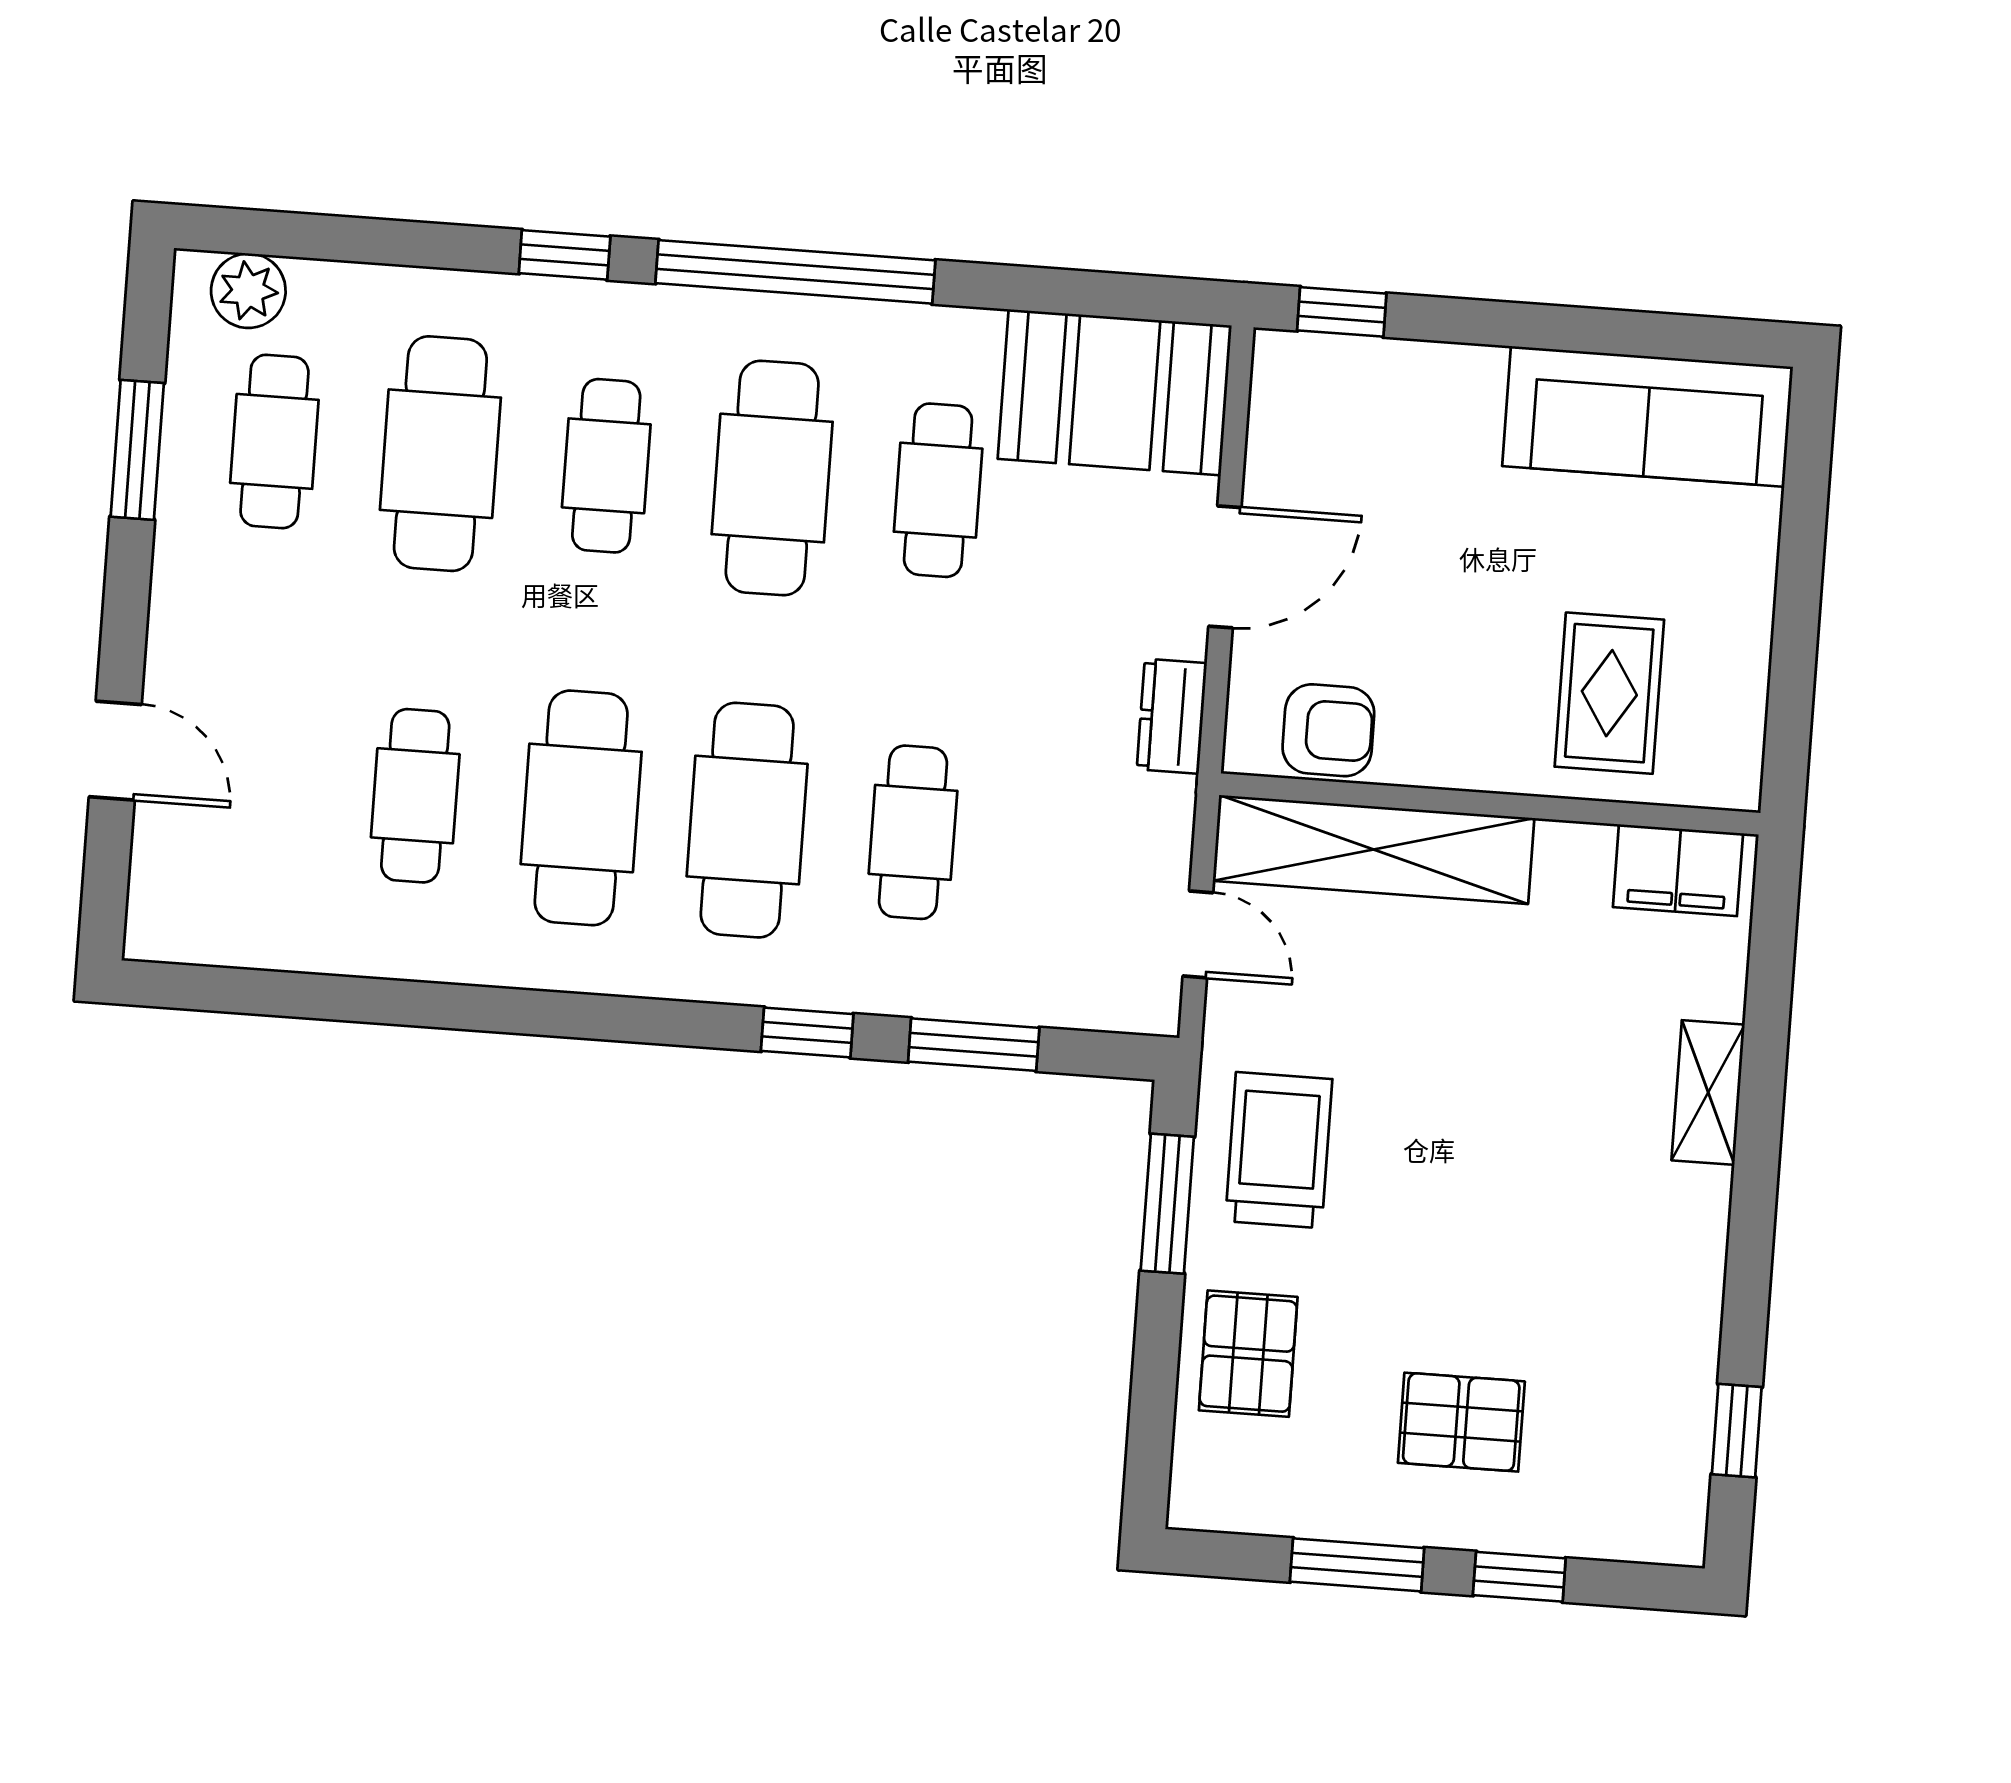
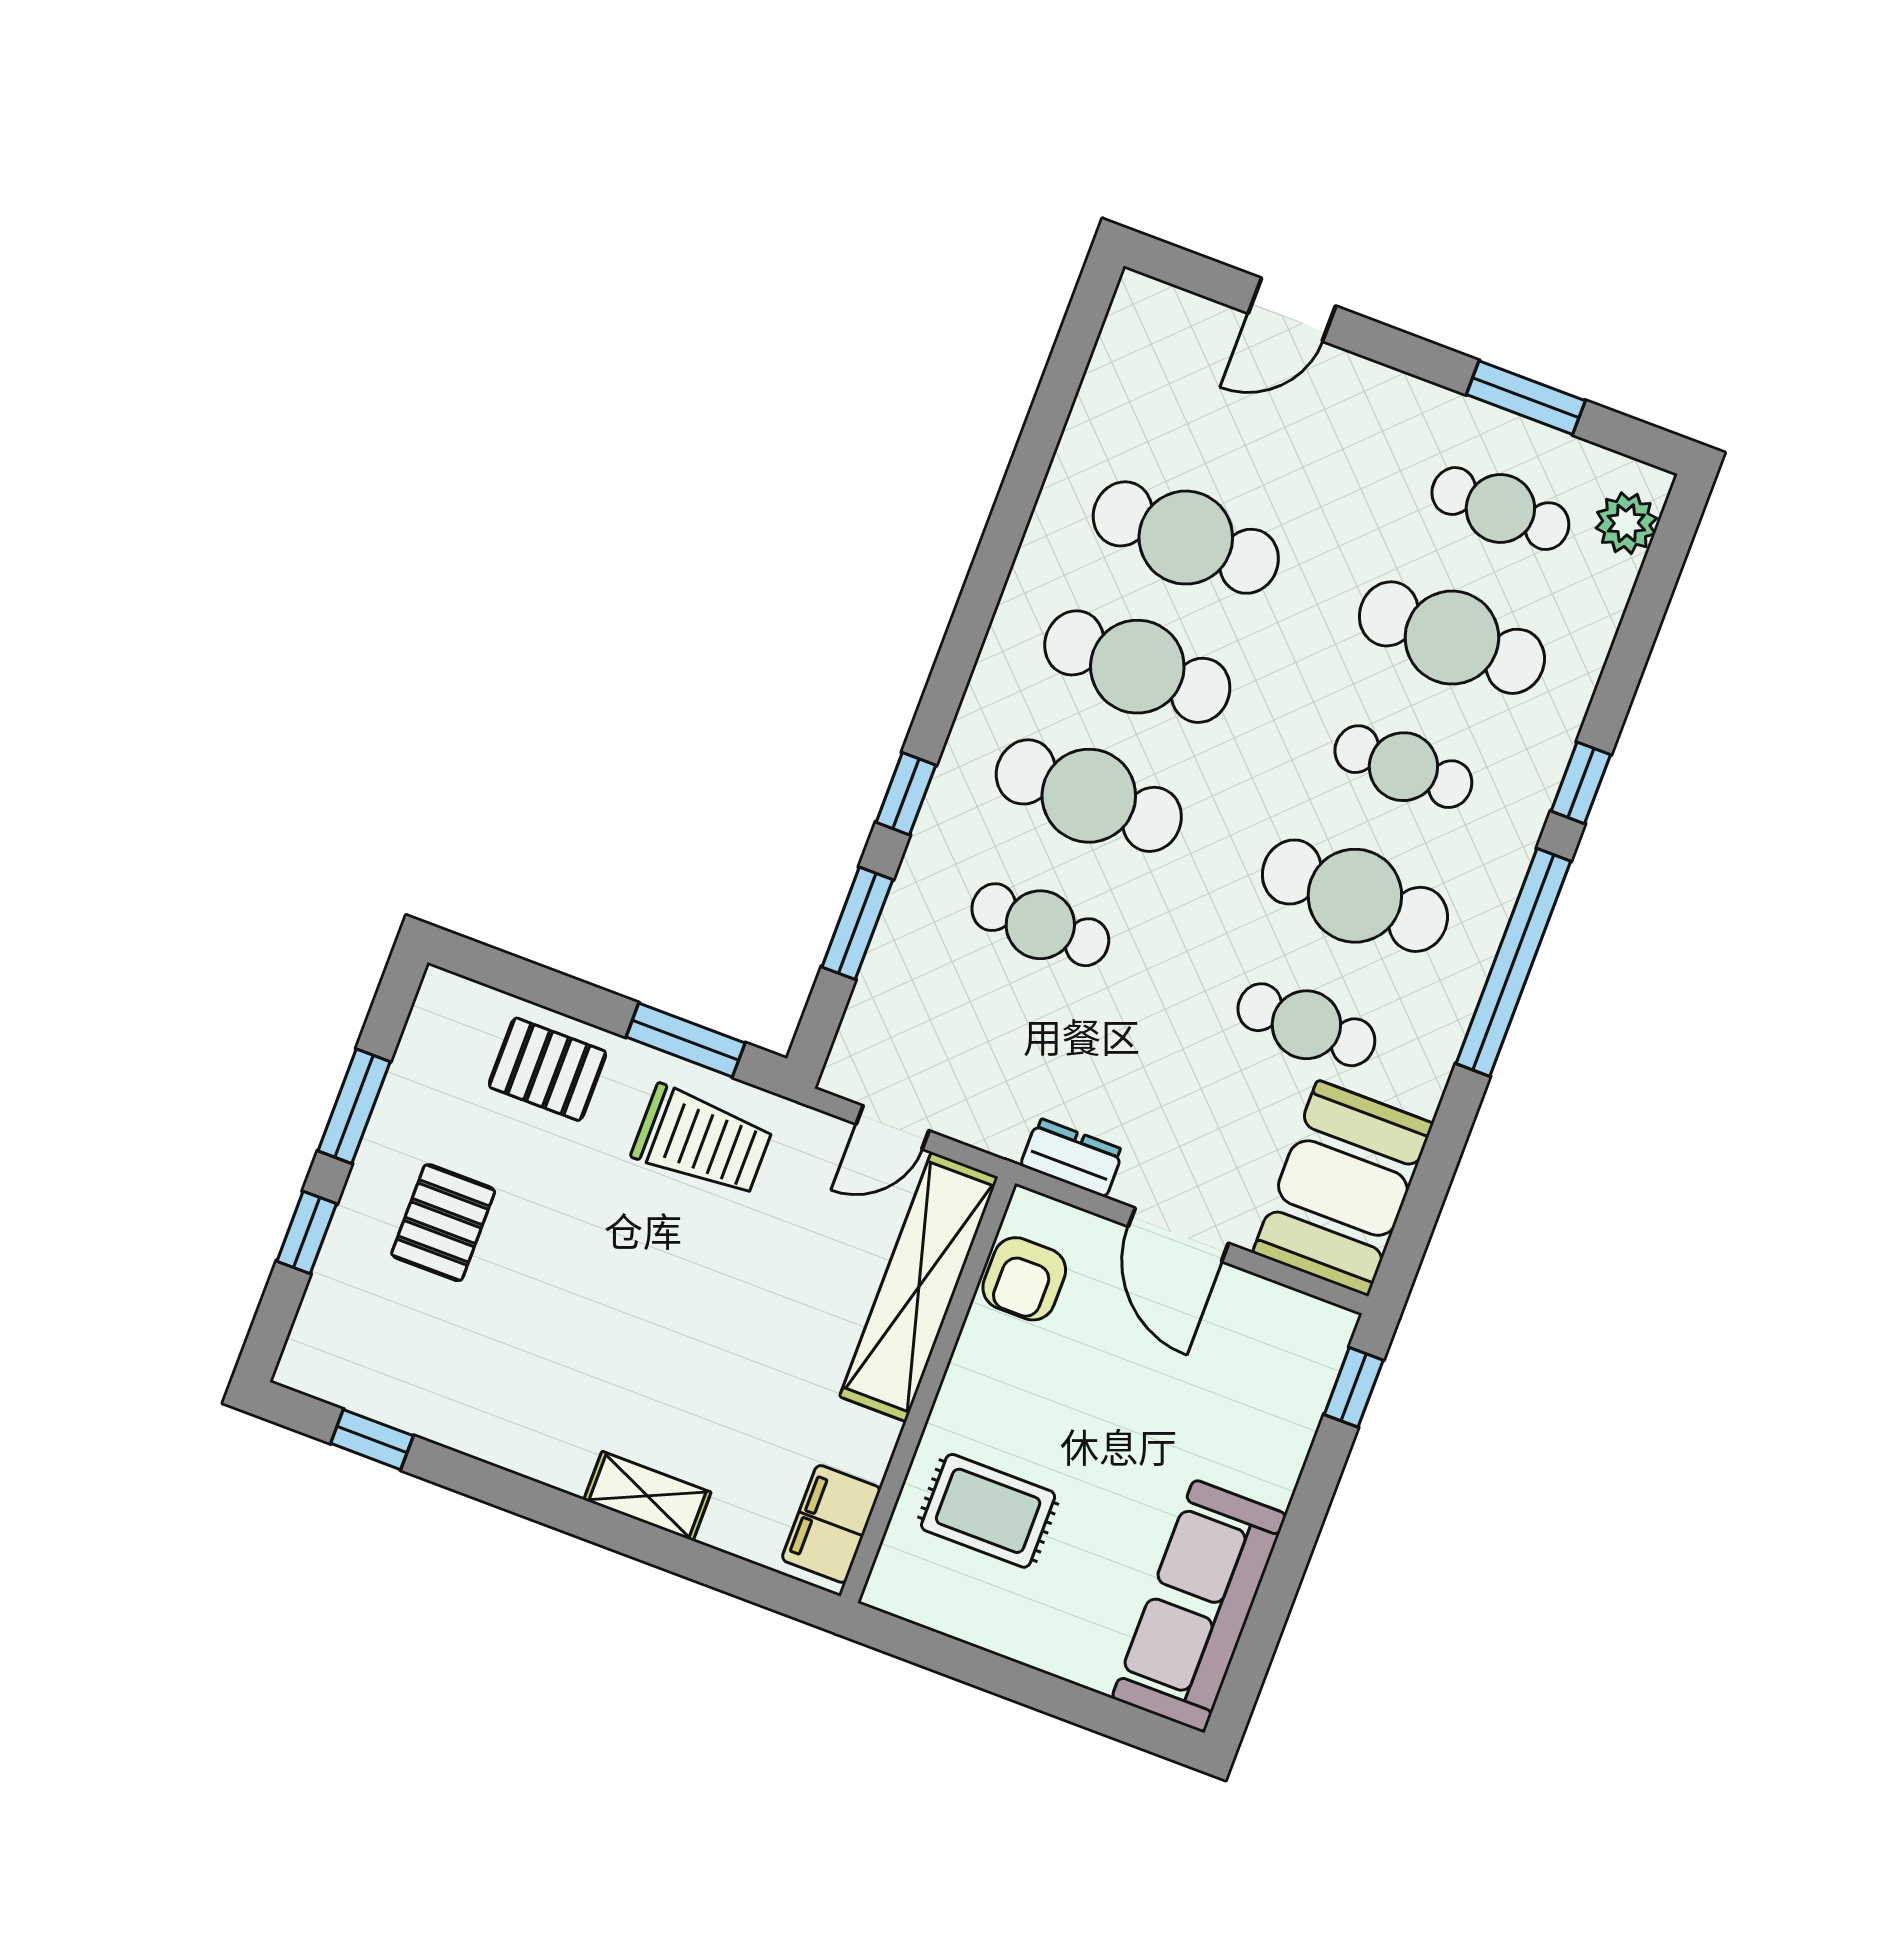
cafe table: (415, 796) -> (1186, 538), width x1.37, depth x1.35

